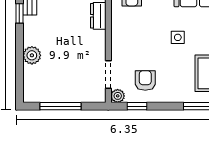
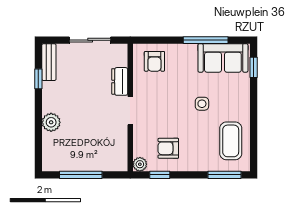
doorway: (108, 75) -> (130, 111), moved
armchair: (145, 80) -> (168, 148), turned -90

